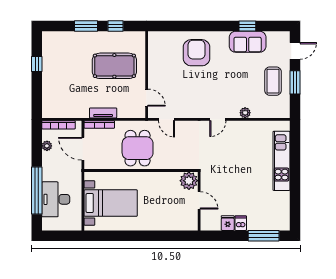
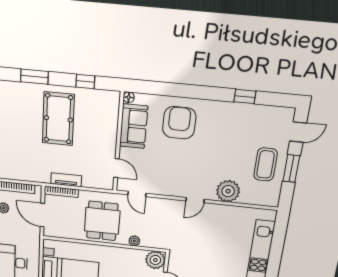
window: (86, 26) -> (34, 77), moved
floor lamp: (153, 36) -> (129, 97), added
sofa: (248, 42) -> (134, 126), moved, turned -90
pool table: (114, 66) -> (58, 119), moved, turned 90
plant: (245, 113) -> (228, 191), width x1.87, depth x1.87
plant: (168, 164) -> (134, 241), added

